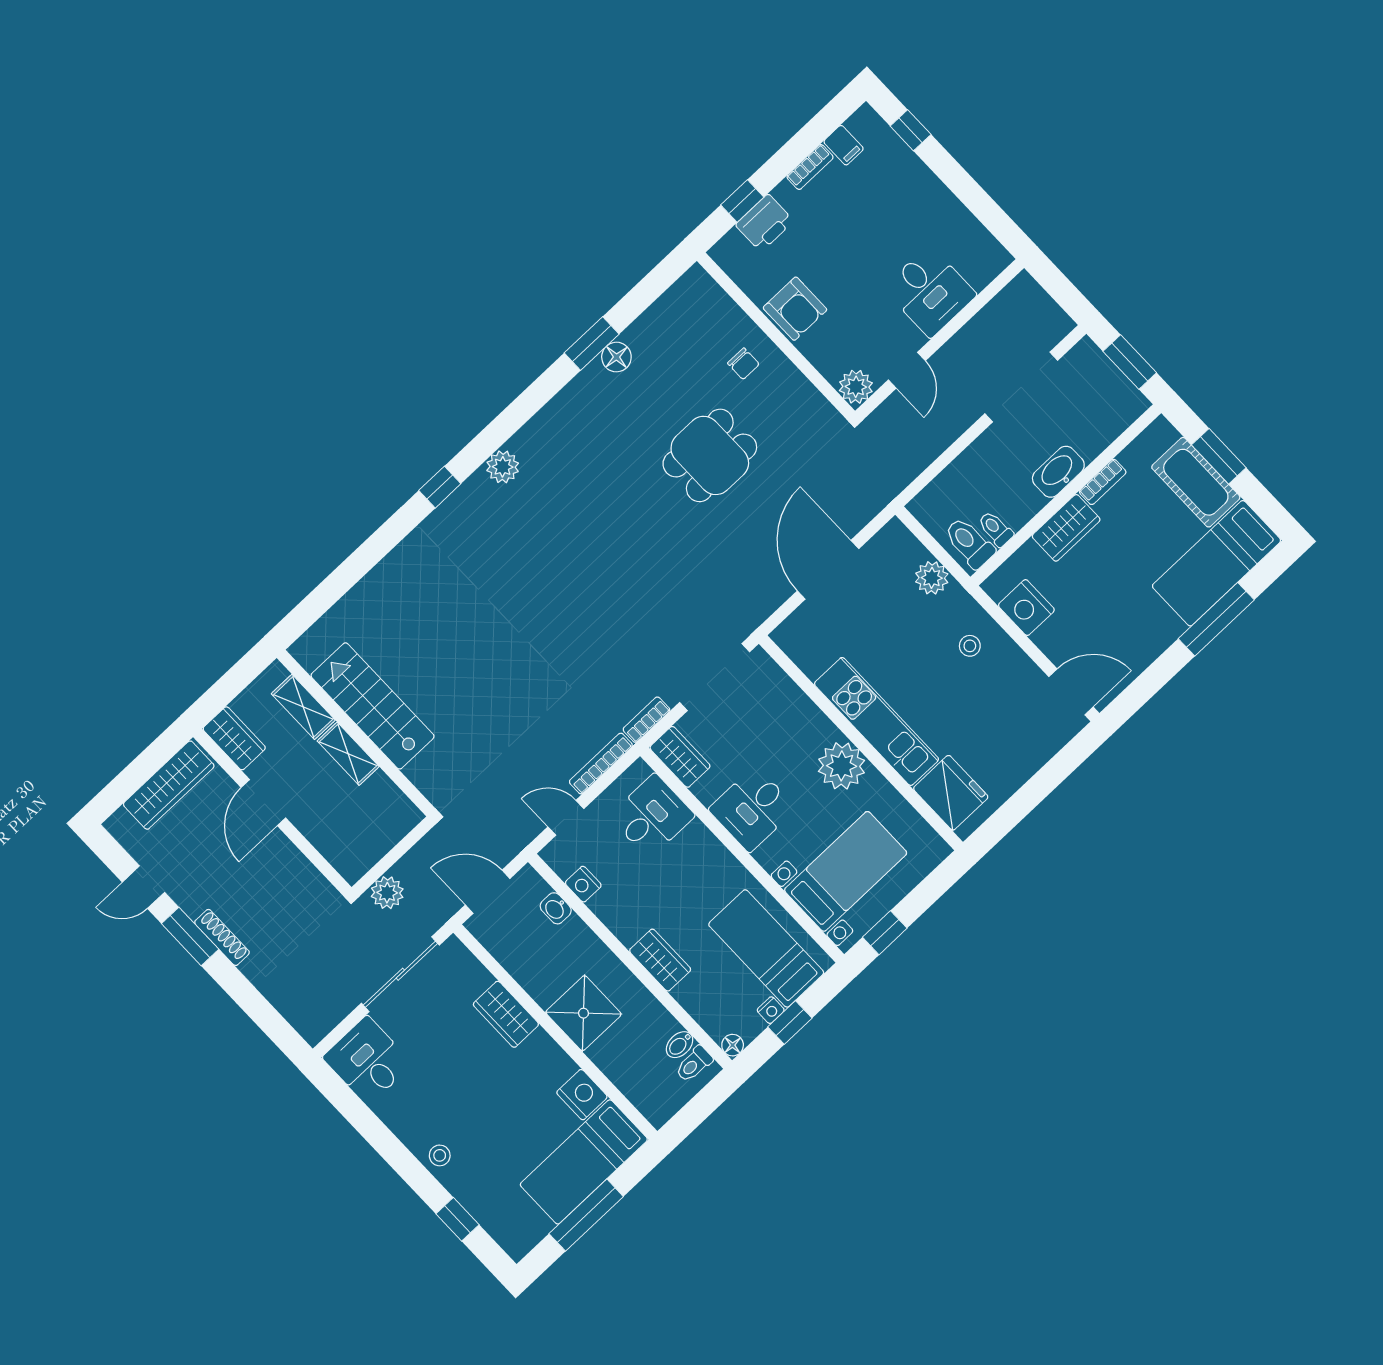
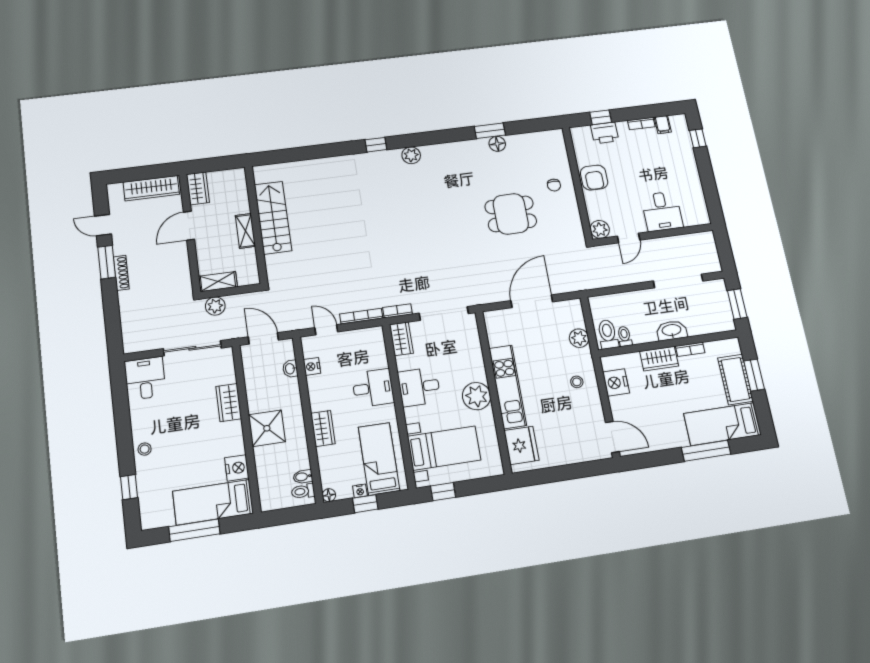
shelving: (303, 707) -> (218, 282), moved, turned 90
desk: (652, 816) -> (373, 388), moved

